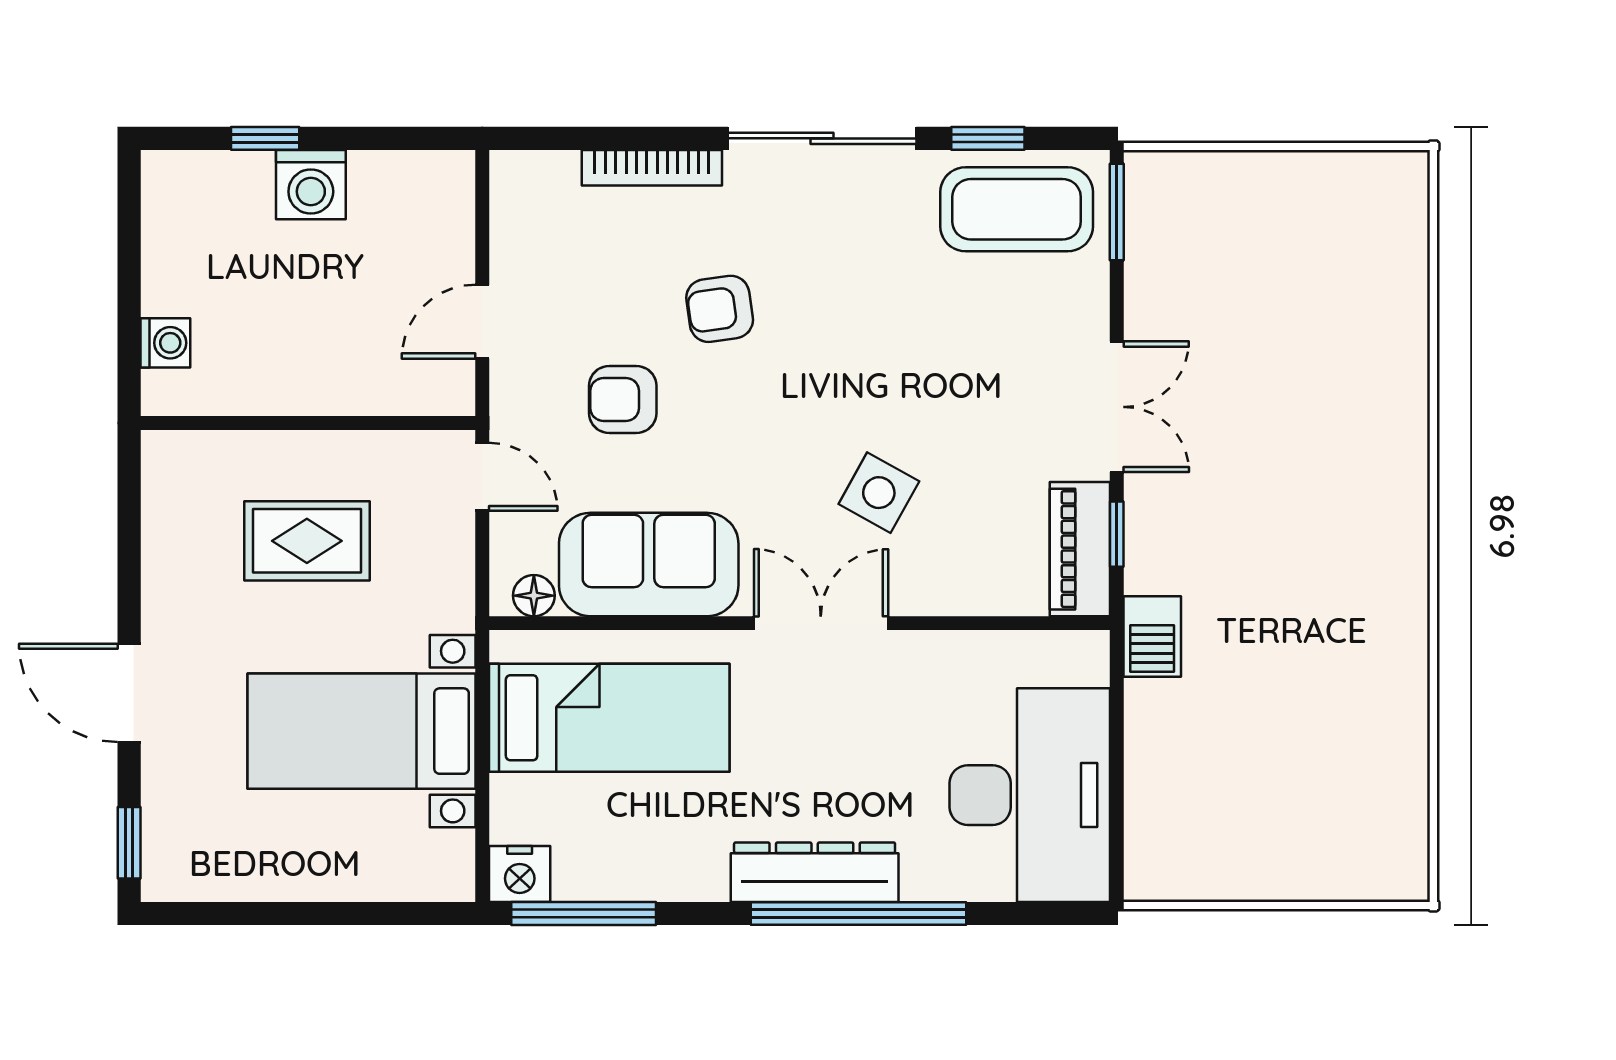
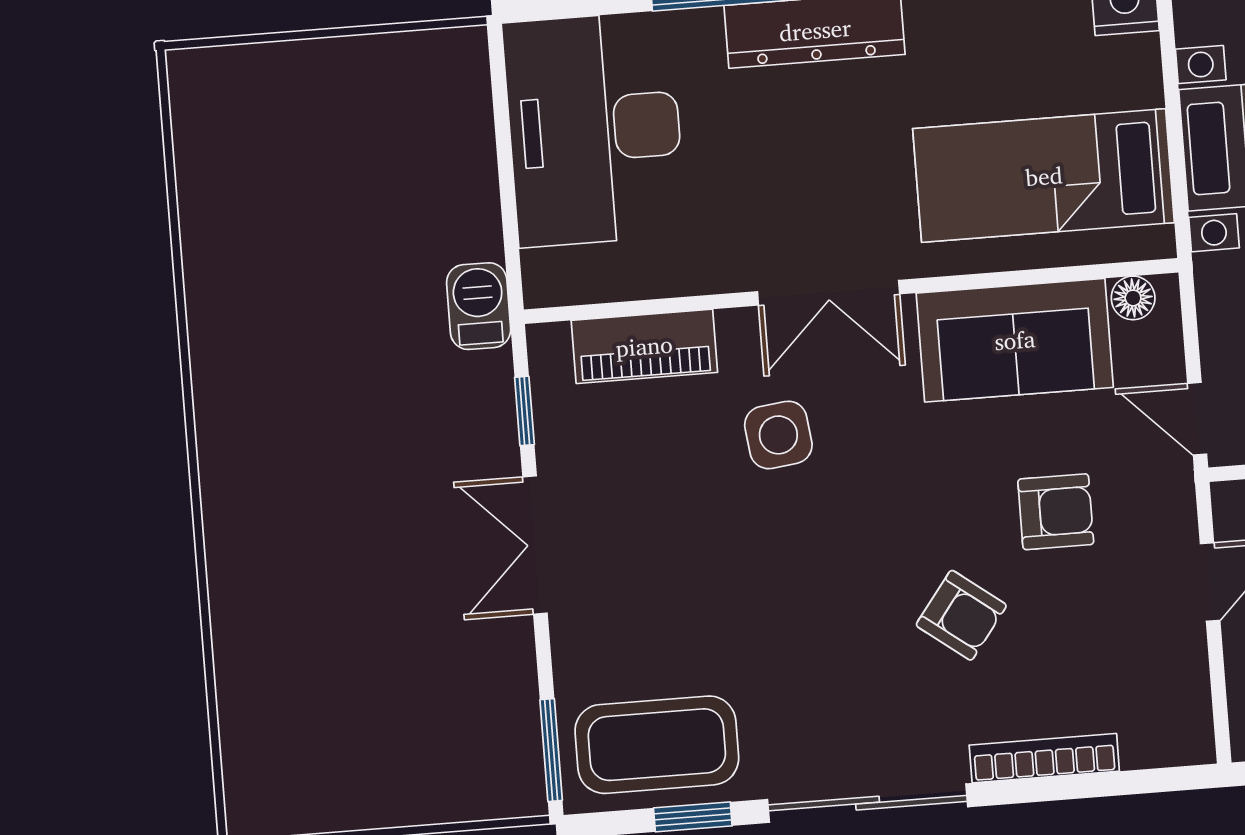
armchair: (720, 309) -> (961, 615), turned 45
side table: (879, 493) -> (778, 435), turned -36
piano: (1080, 549) -> (644, 346), moved, turned 90

